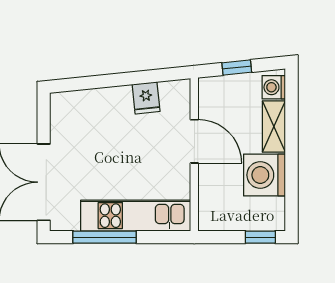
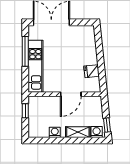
window: (237, 68) -> (107, 125), moved
washing machine: (265, 175) -> (55, 132), width x0.53, depth x0.53
window: (260, 237) -> (25, 111), moved

